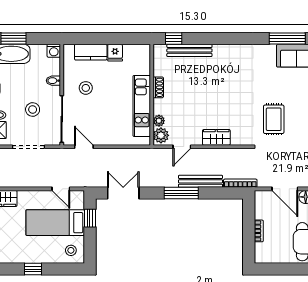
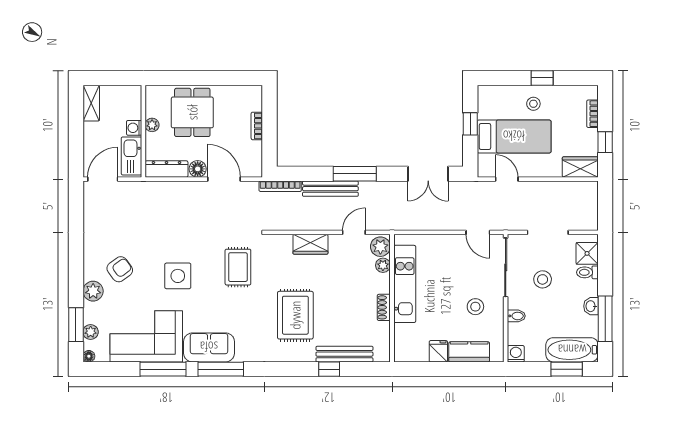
window: (174, 38) -> (329, 369), moved
rug: (228, 81) -> (295, 315), added
window: (90, 218) -> (470, 124), moved
stool: (71, 250) -> (533, 104), moved

